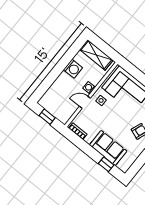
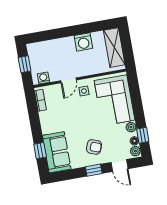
washing machine: (89, 88) -> (43, 78), moved
door: (85, 102) -> (68, 80), swing flipped
sofa: (108, 148) -> (57, 152), moved

